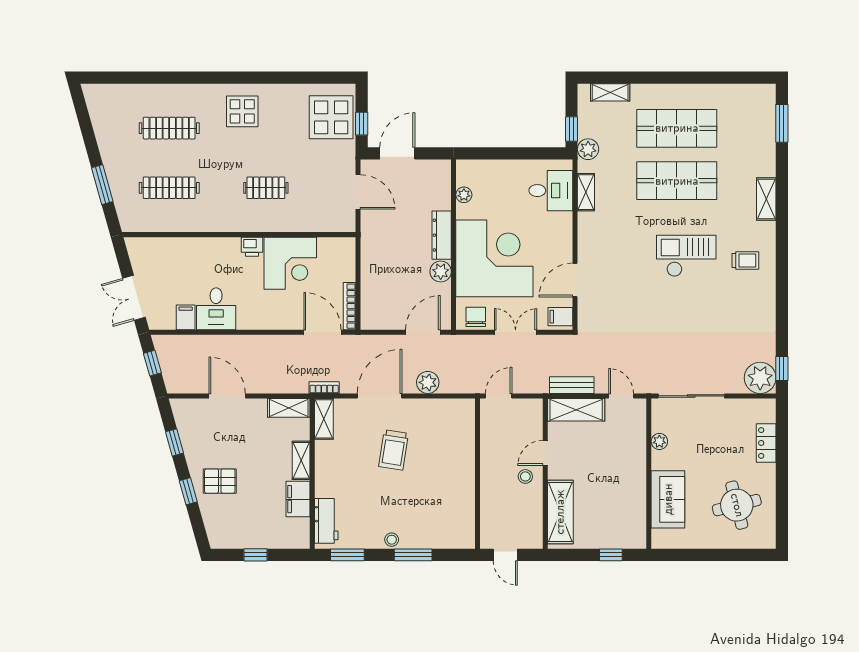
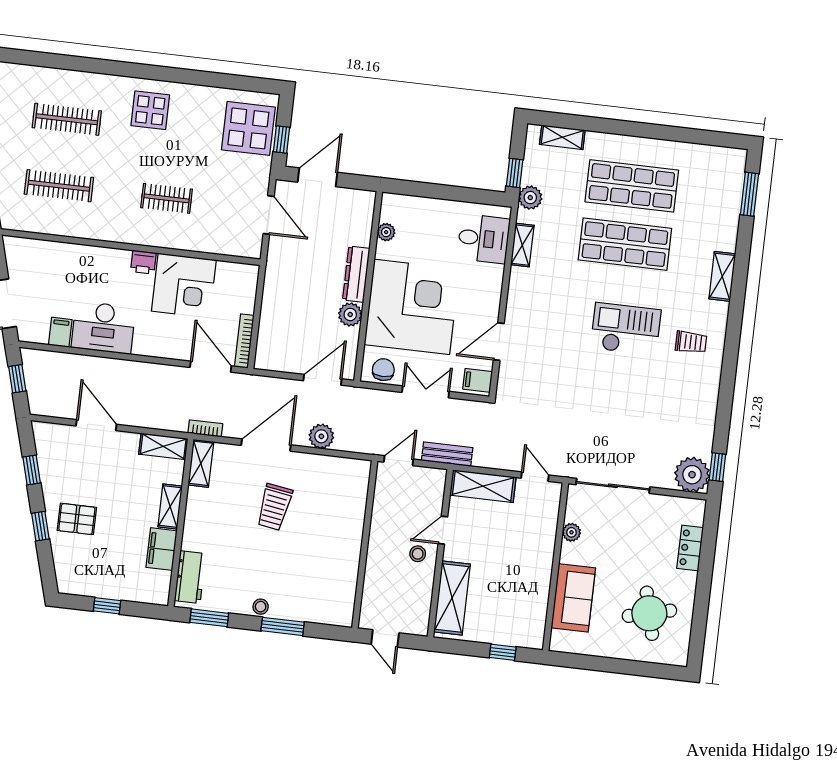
desk: (216, 309) -> (103, 328), width x1.37
bench: (572, 385) -> (447, 454), moved

